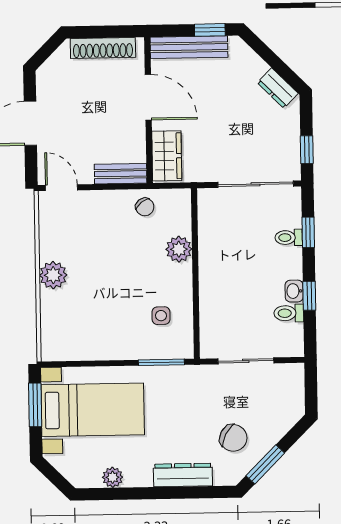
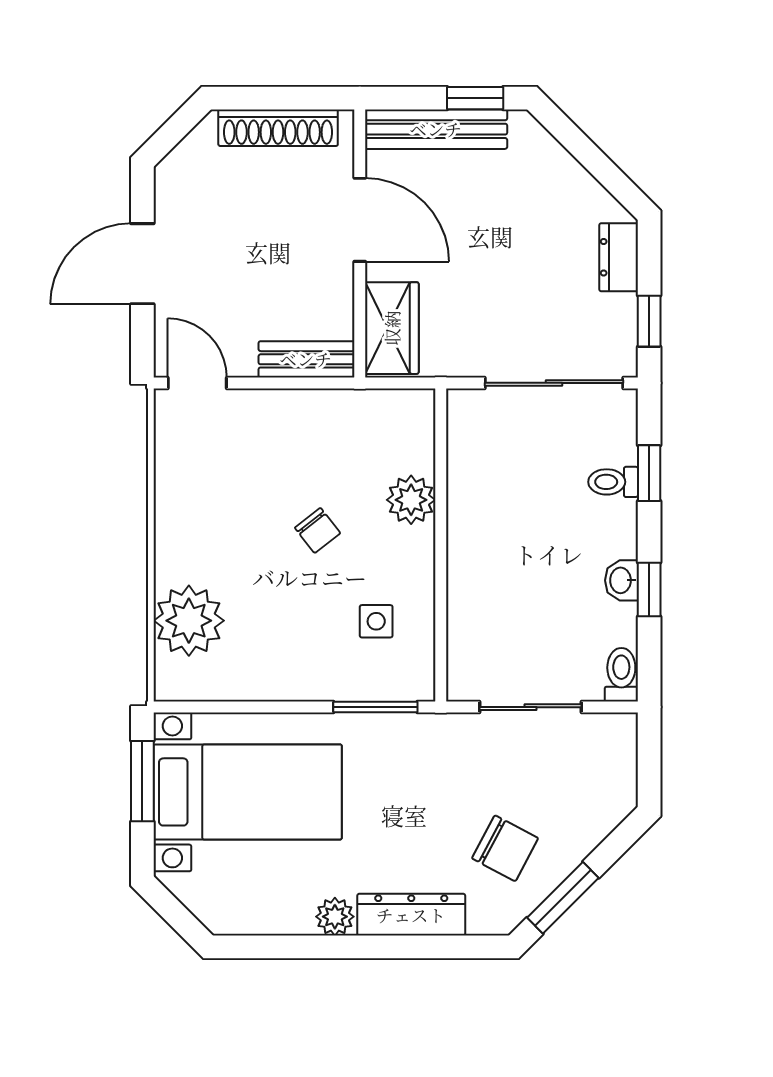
dresser: (278, 88) -> (619, 257), moved, turned 45
chair: (145, 207) -> (318, 530), moved
plant: (53, 275) -> (189, 621), moved, width x1.36, depth x1.36
toilet: (289, 313) -> (621, 675), moved, turned 90
plant: (113, 477) -> (335, 917), moved

